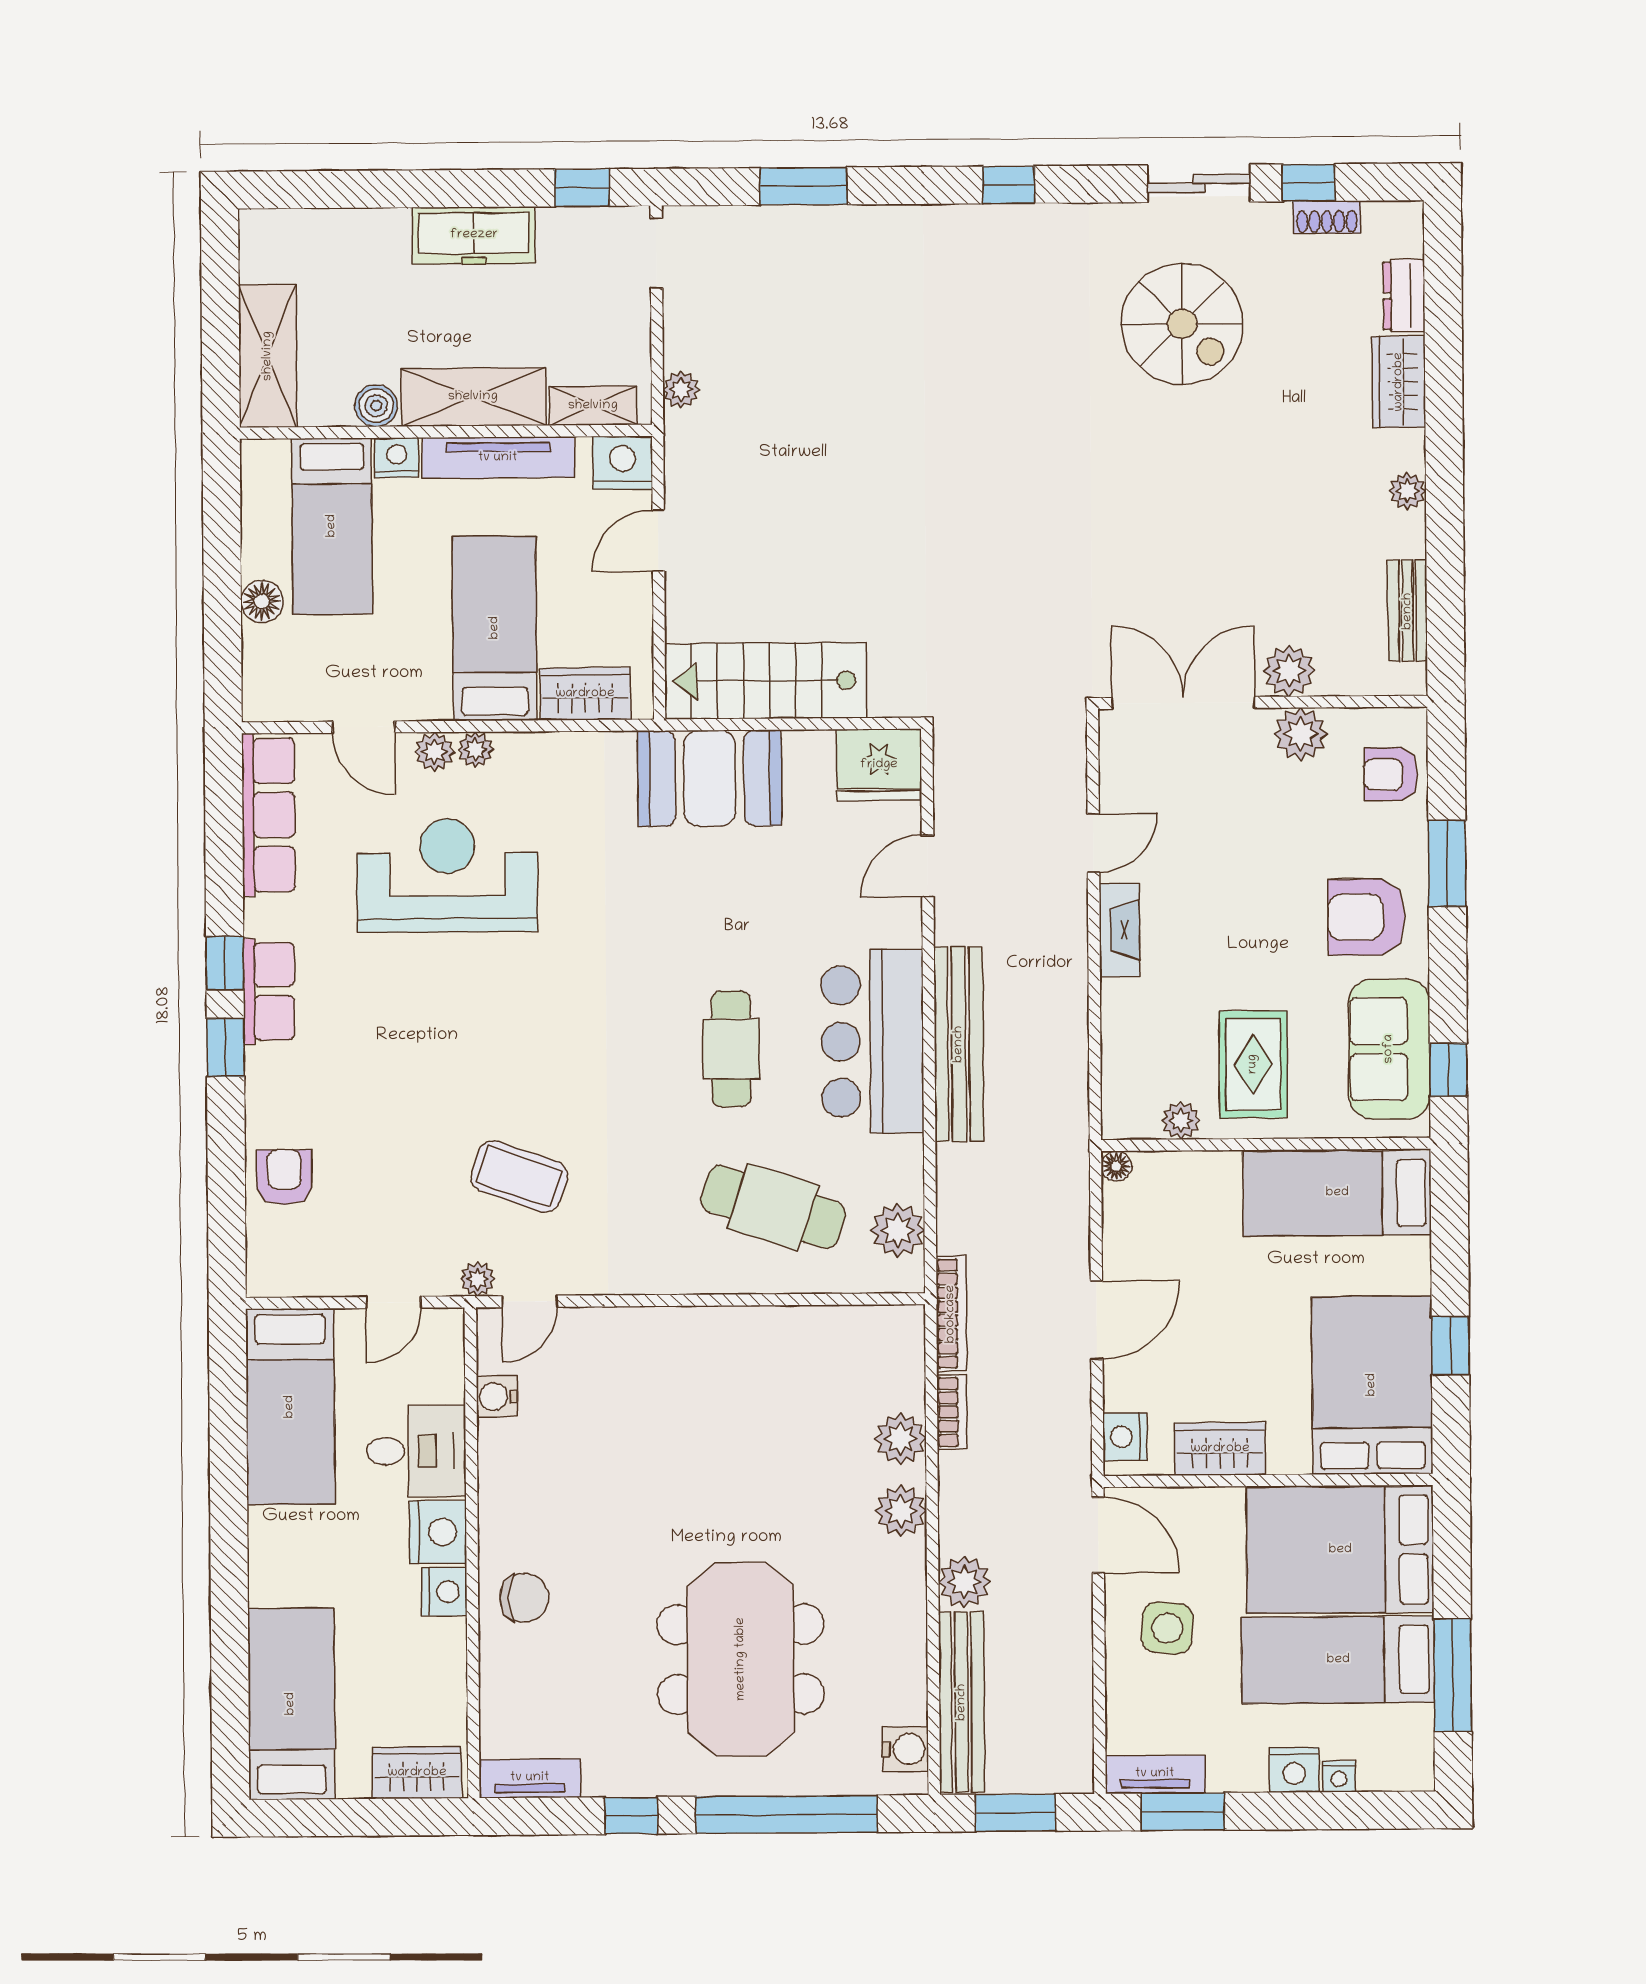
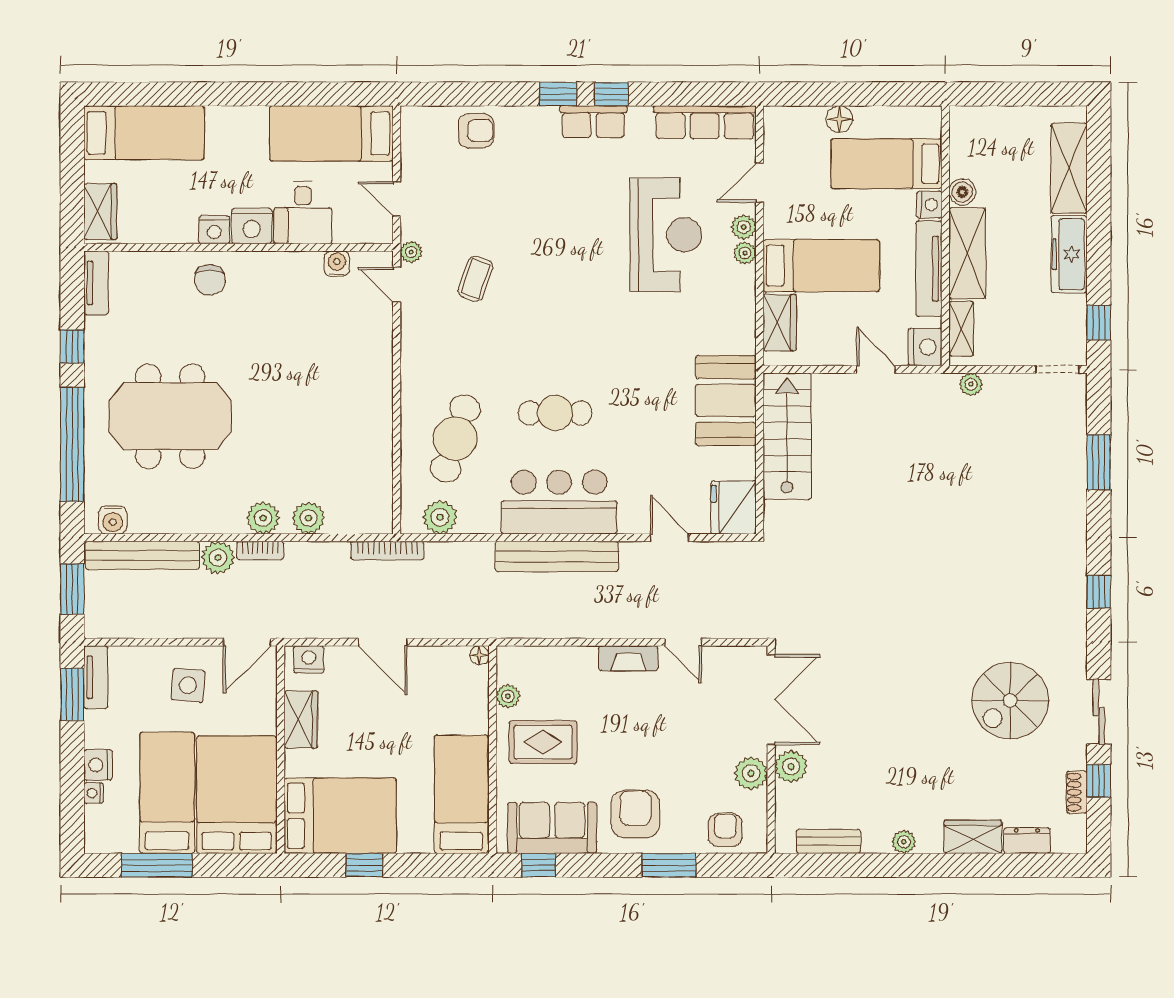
shelving: (268, 356) -> (1069, 168), moved, turned 90
coffee table: (519, 1176) -> (476, 279), width x0.73, depth x0.77
bookcase: (952, 1412) -> (260, 550), moved

